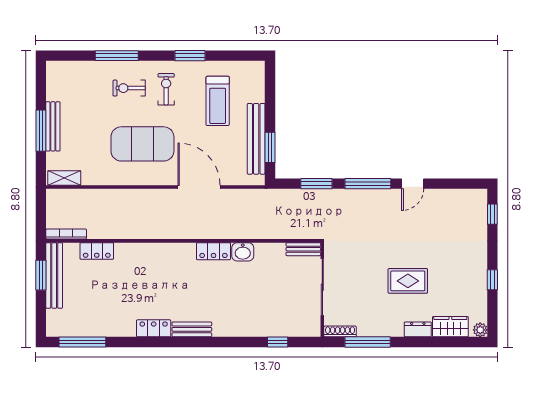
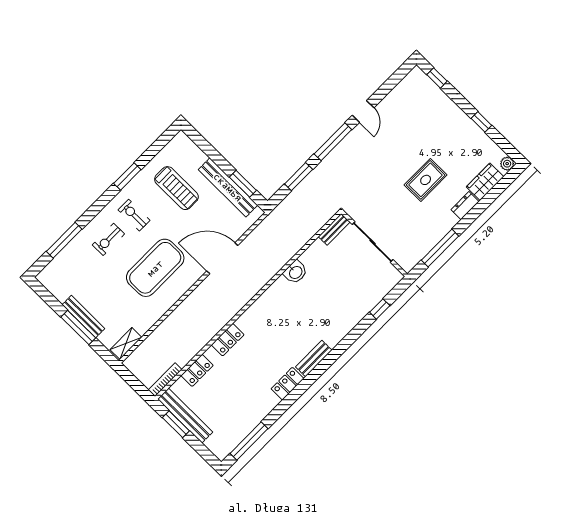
window: (117, 56) -> (64, 240), moved
locker: (213, 251) -> (228, 340), moved
shoe rack: (340, 331) -> (414, 260), removed

